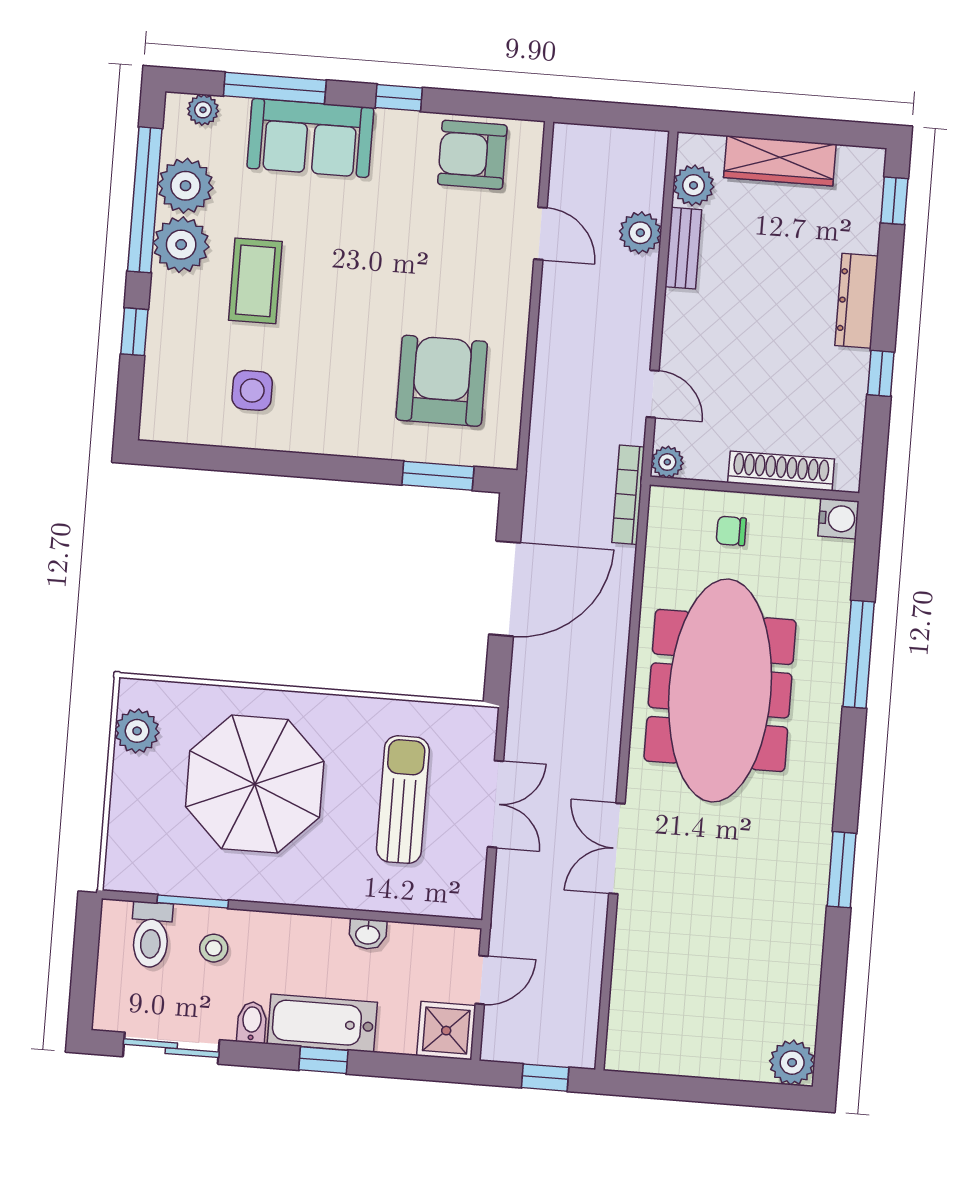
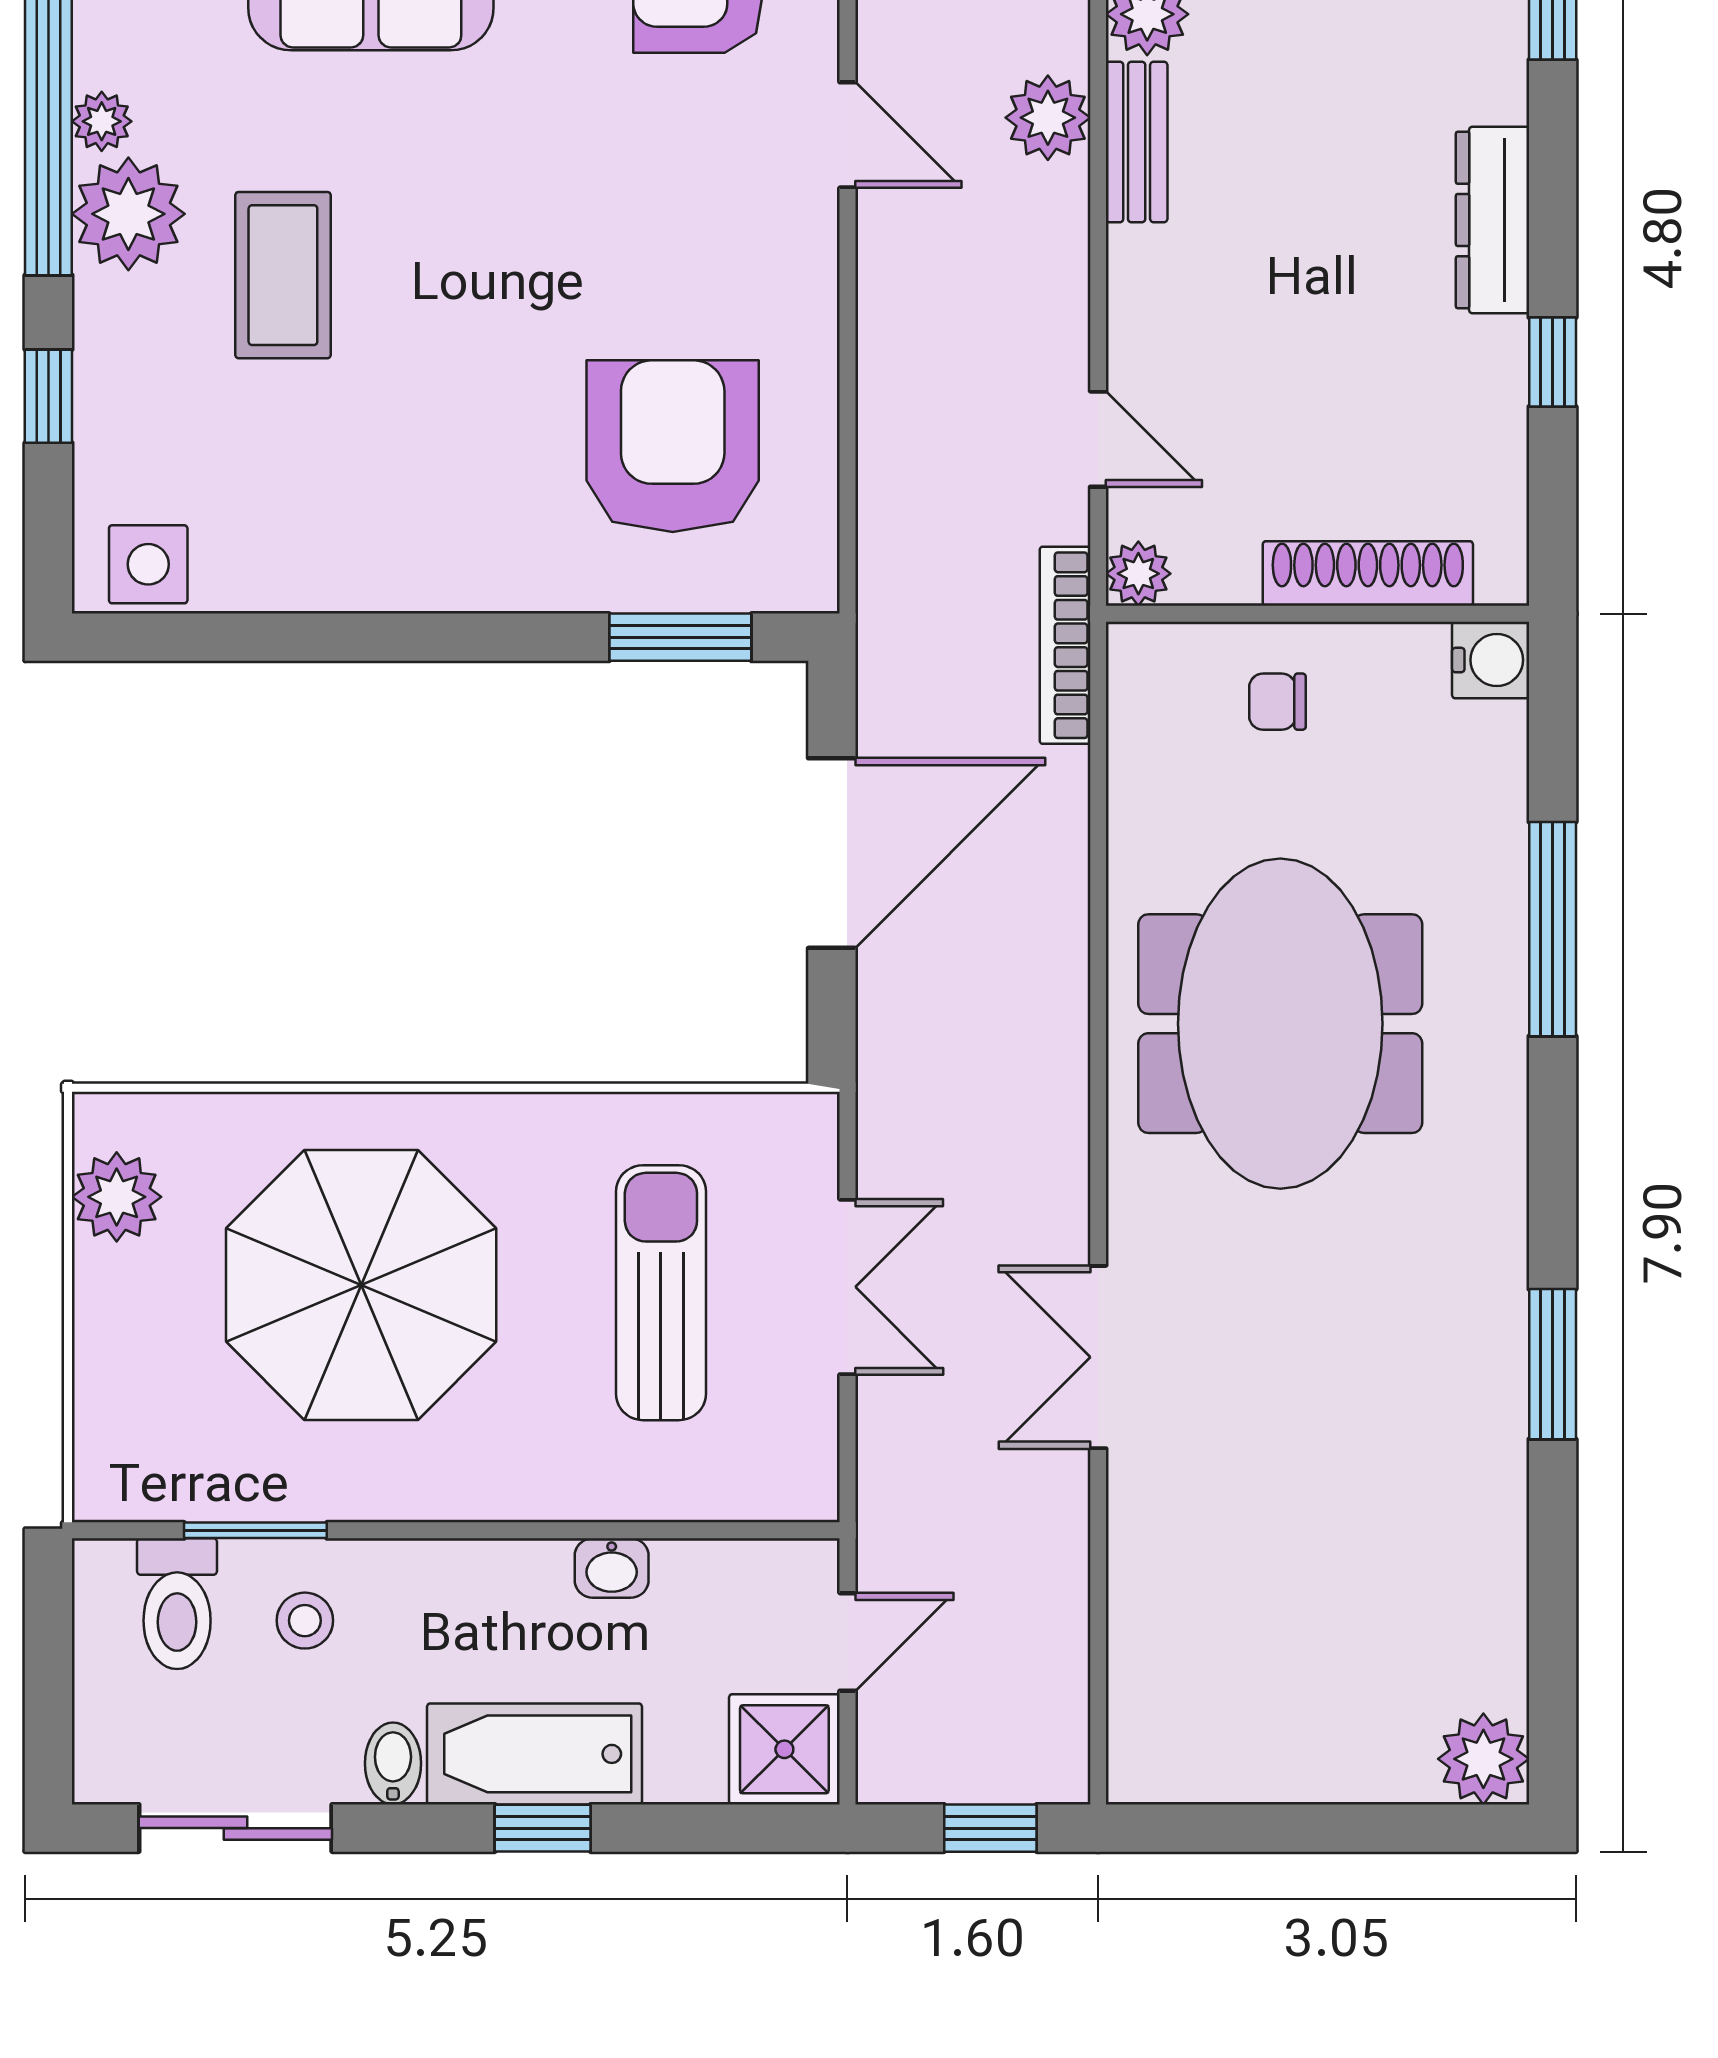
plant: (185, 186) -> (102, 121), width x0.53, depth x0.53
side table: (252, 390) -> (148, 564), moved
meeting table: (720, 690) -> (1280, 1024), width x0.73

